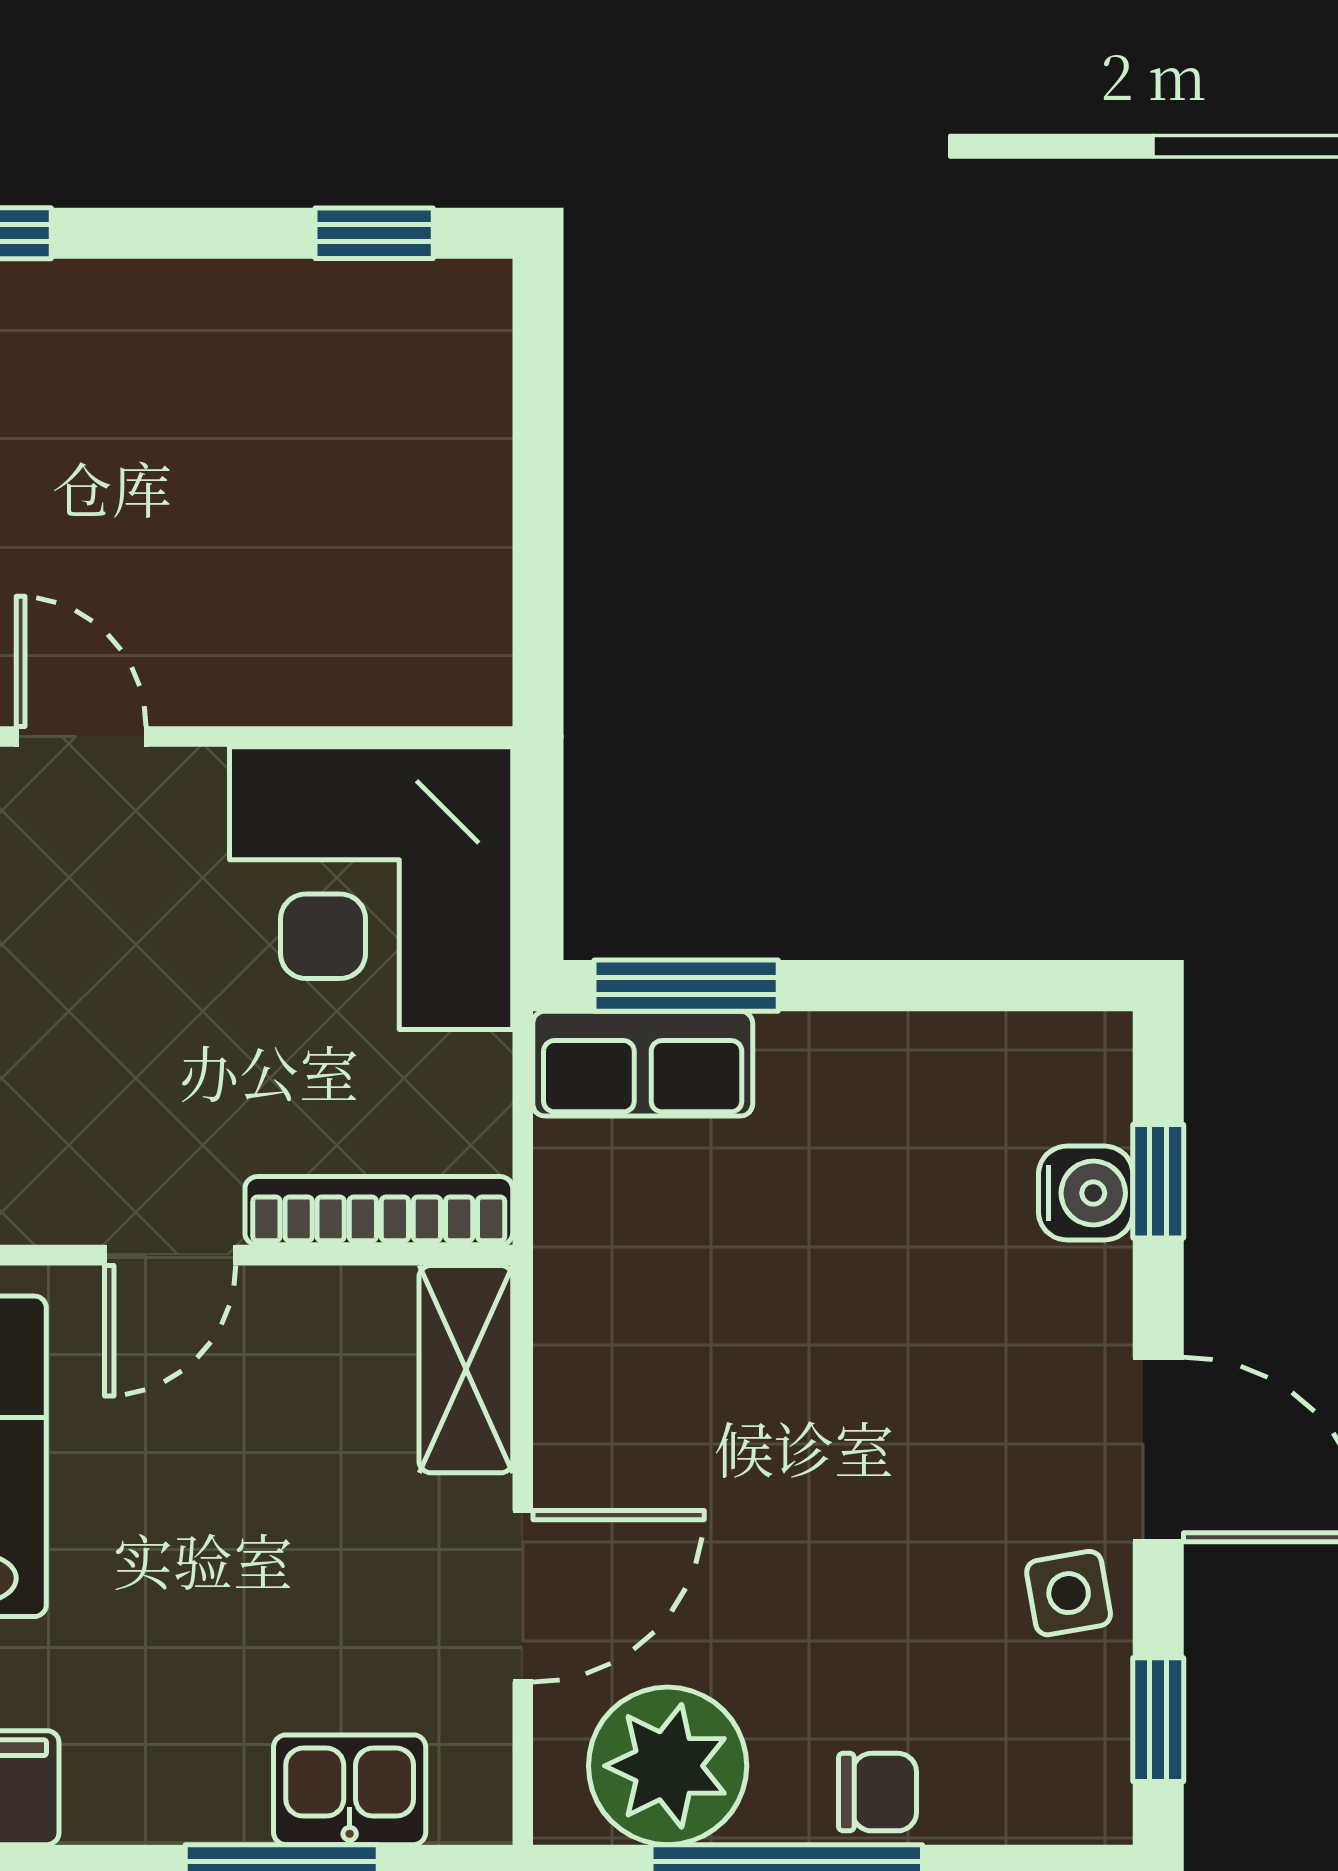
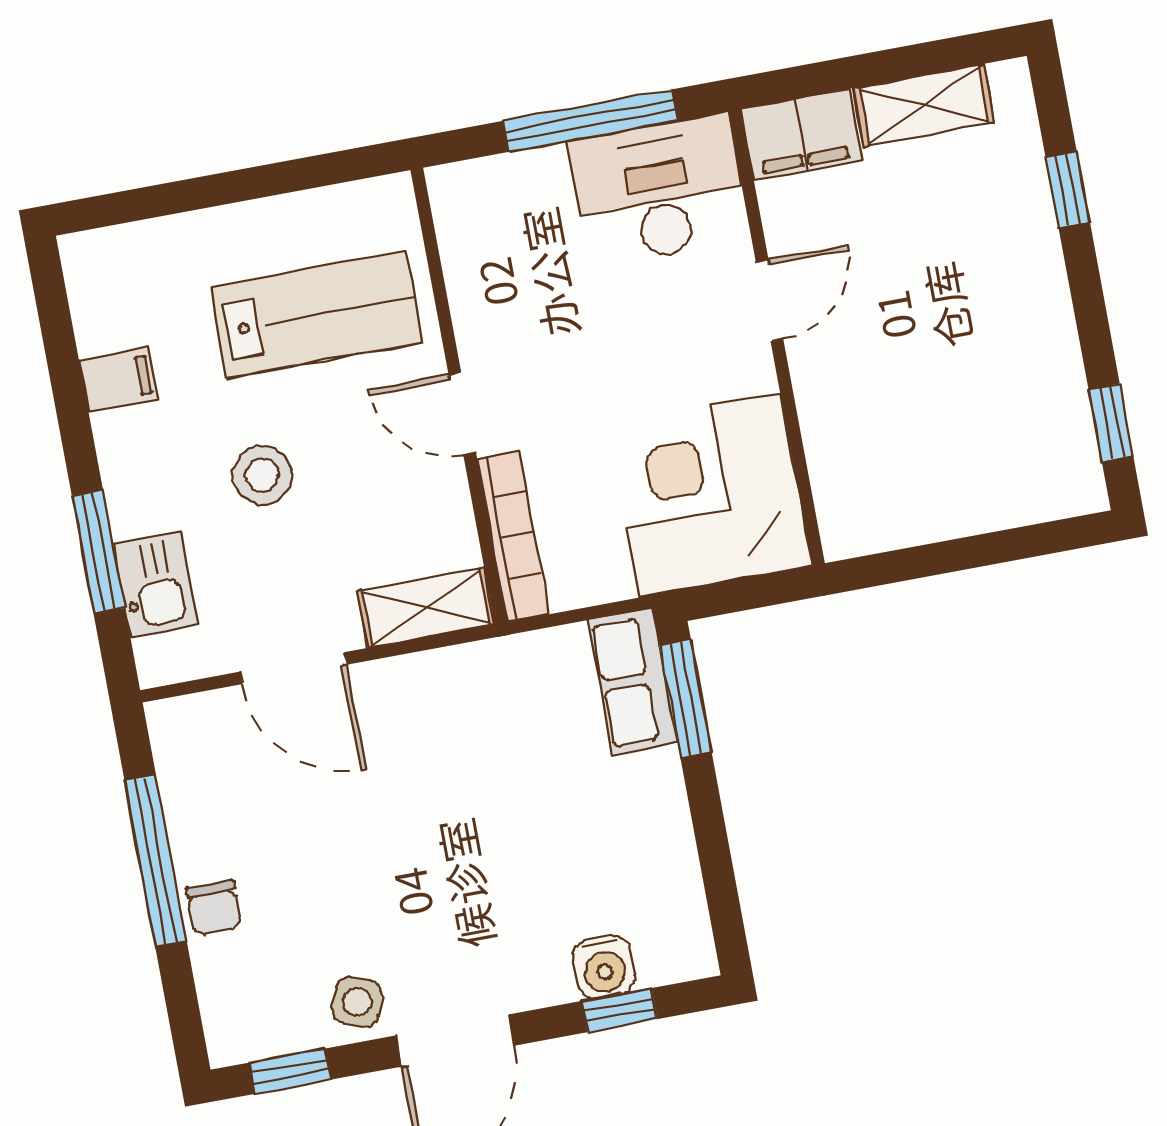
stool: (209, 1589) -> (262, 475), added
side table: (1069, 1593) -> (357, 1002), turned 30
plant: (668, 1766) -> (206, 776), removed

